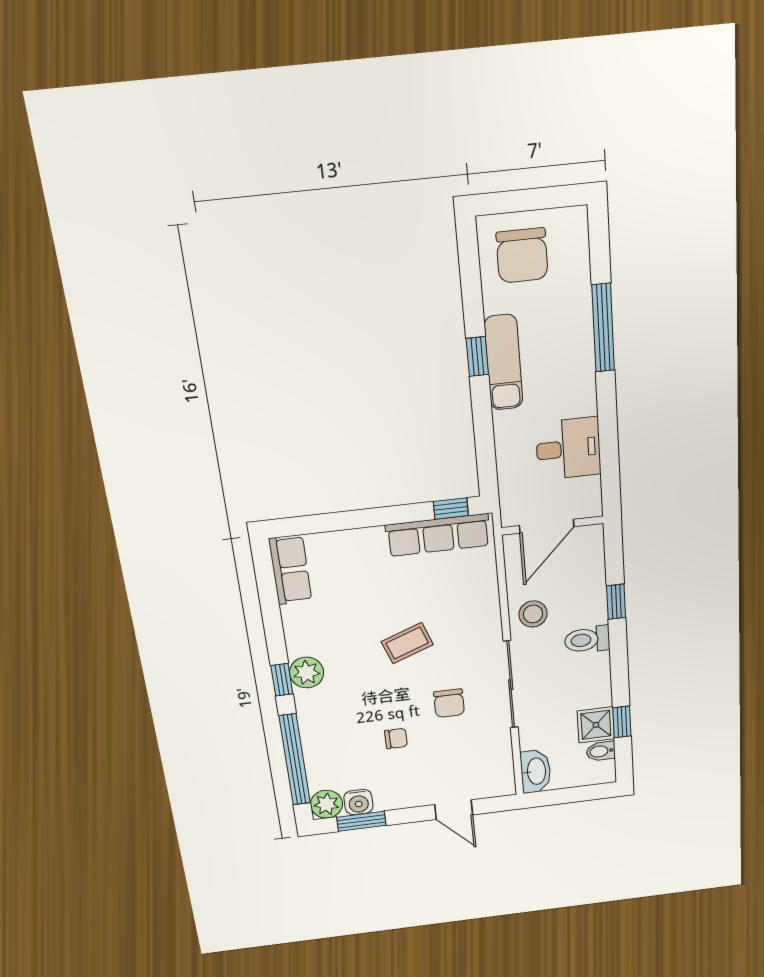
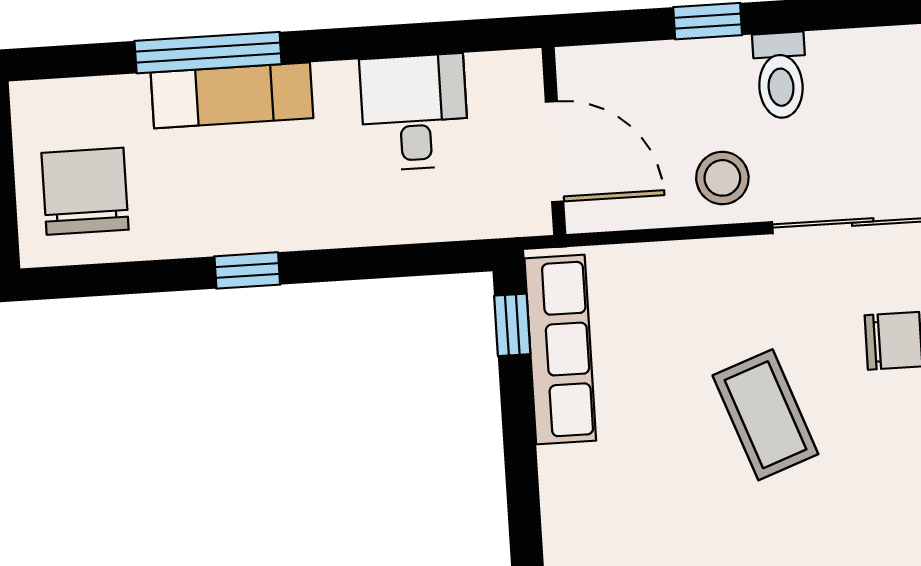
chair: (522, 255) -> (85, 191), turned -90
exam couch: (504, 362) -> (232, 95), moved, turned 180
coffee table: (407, 643) -> (765, 415), width x1.36, depth x1.30

